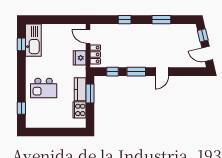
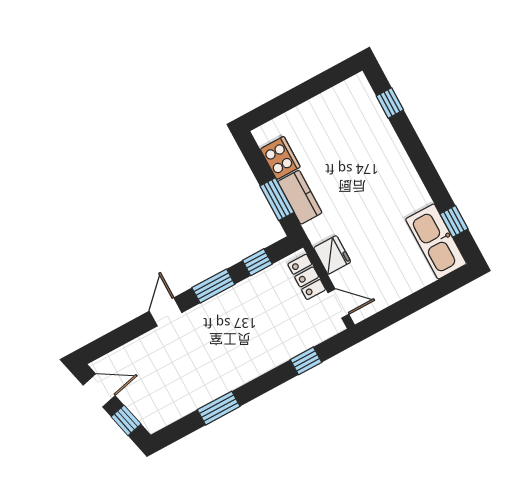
window: (125, 20) -> (306, 361), moved
kitchen island: (44, 88) -> (369, 163), removed

